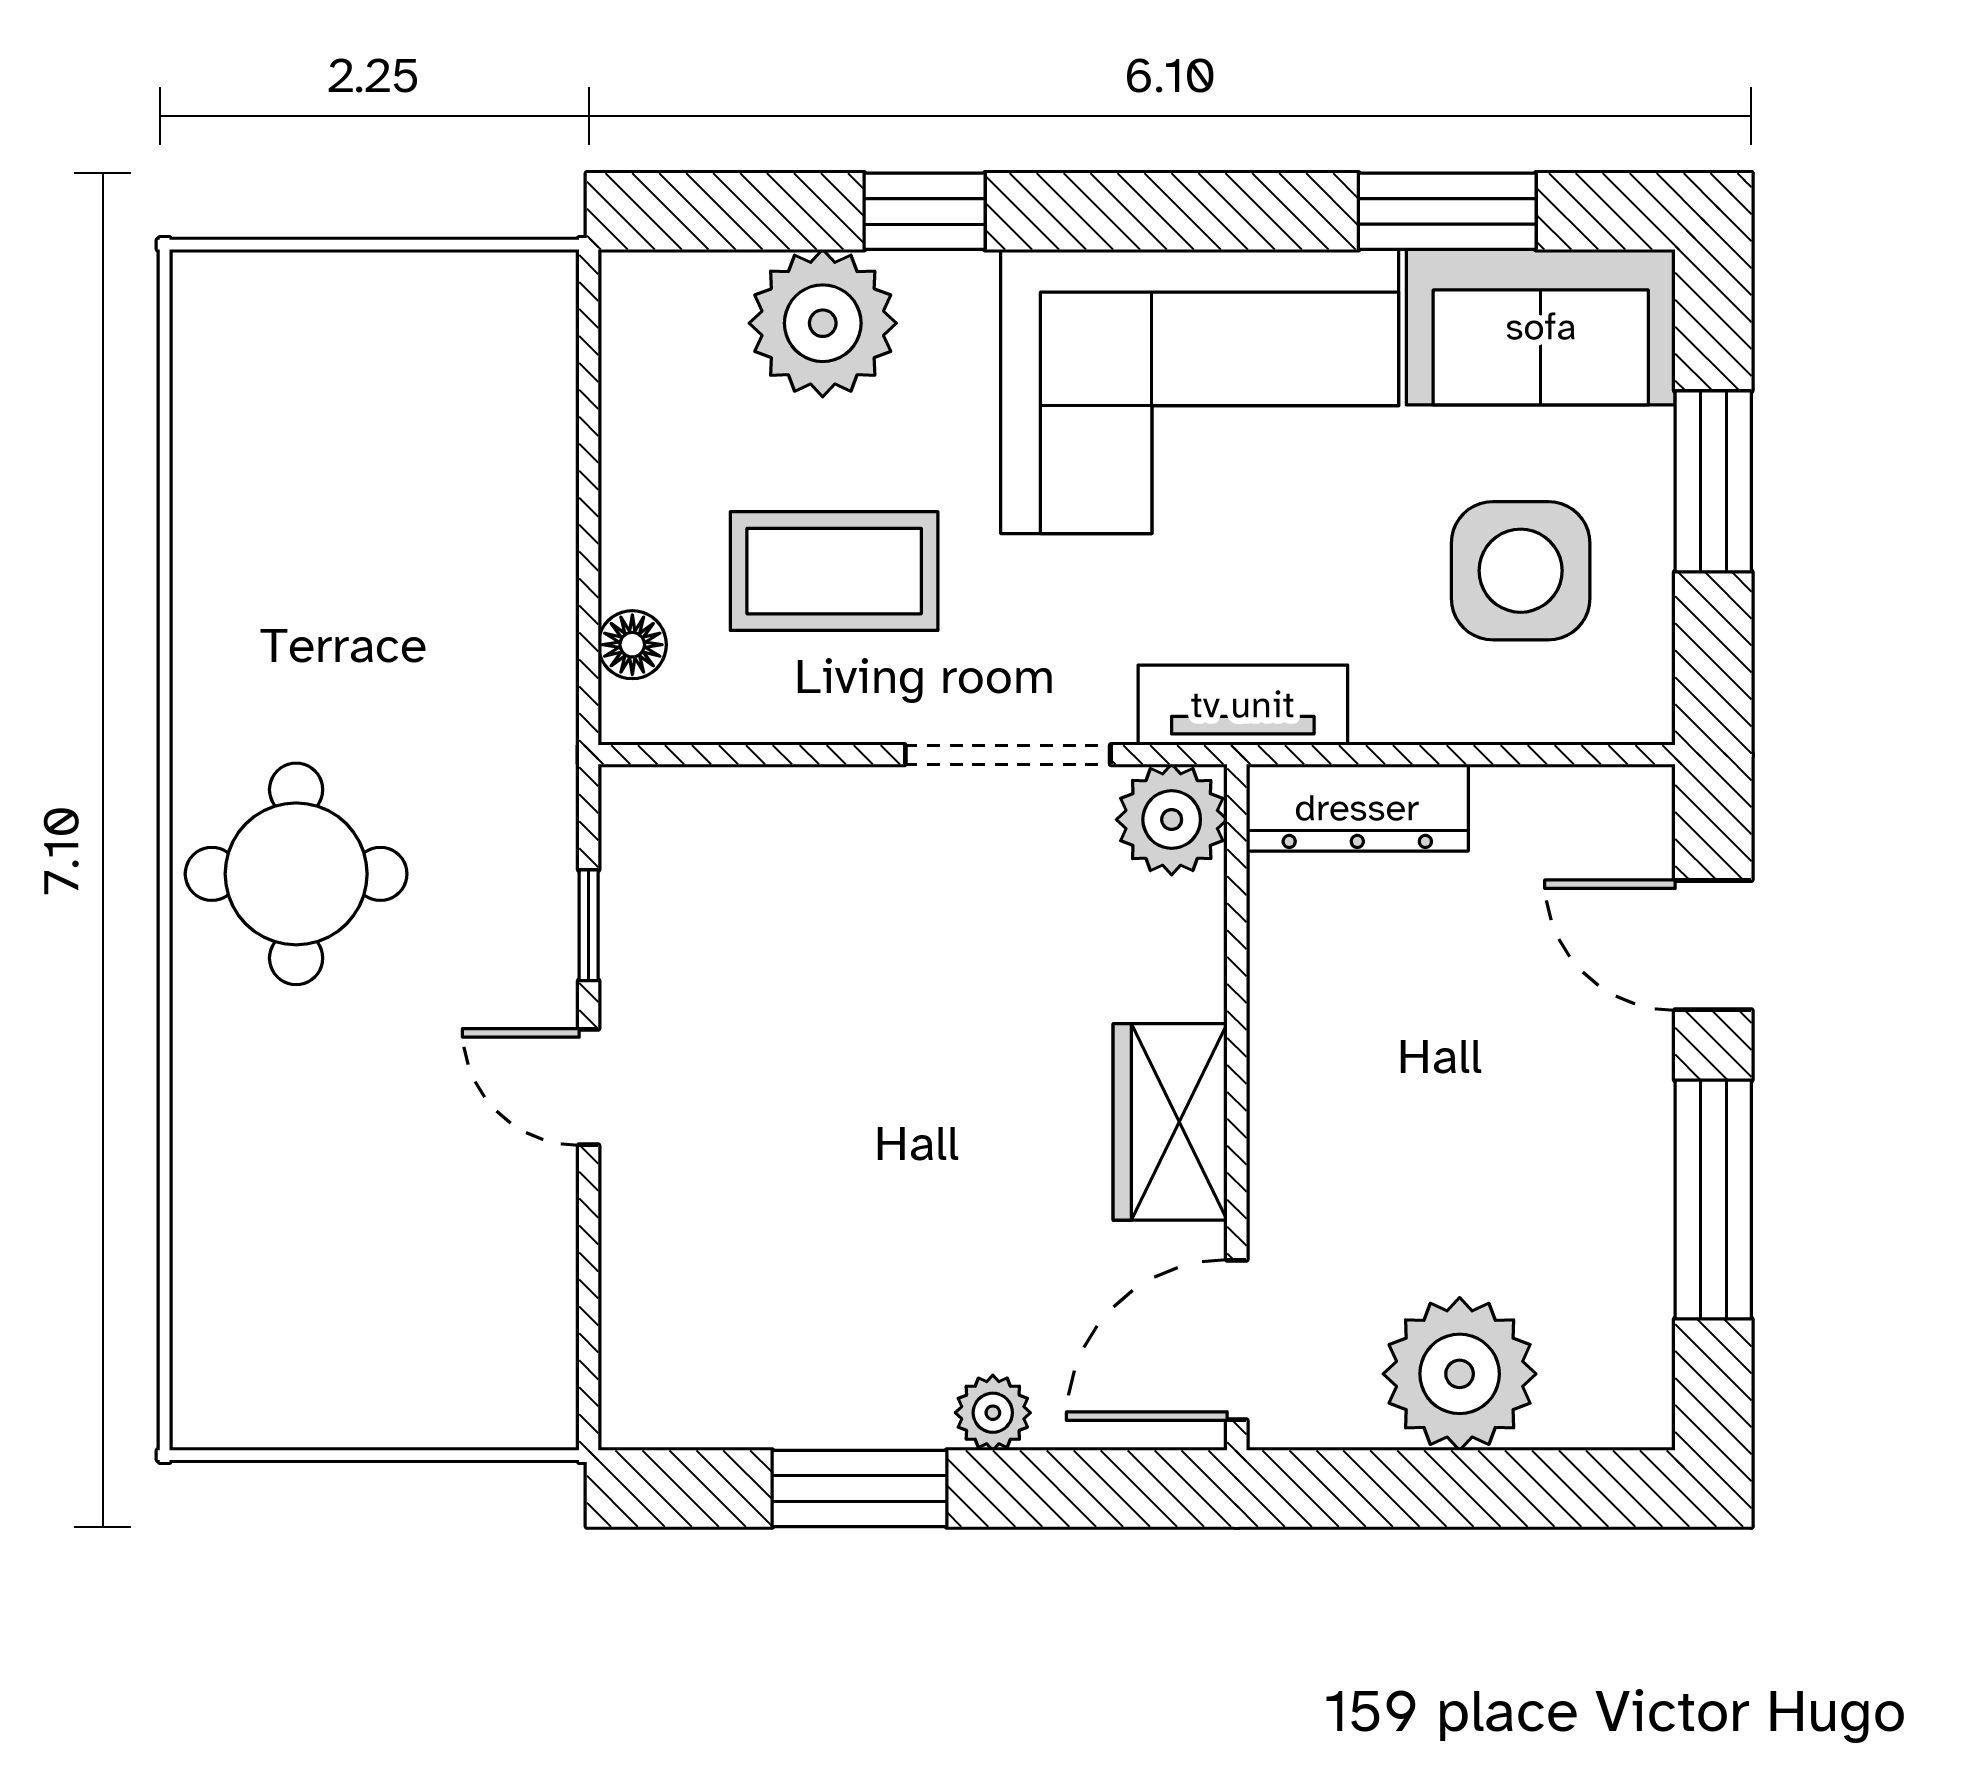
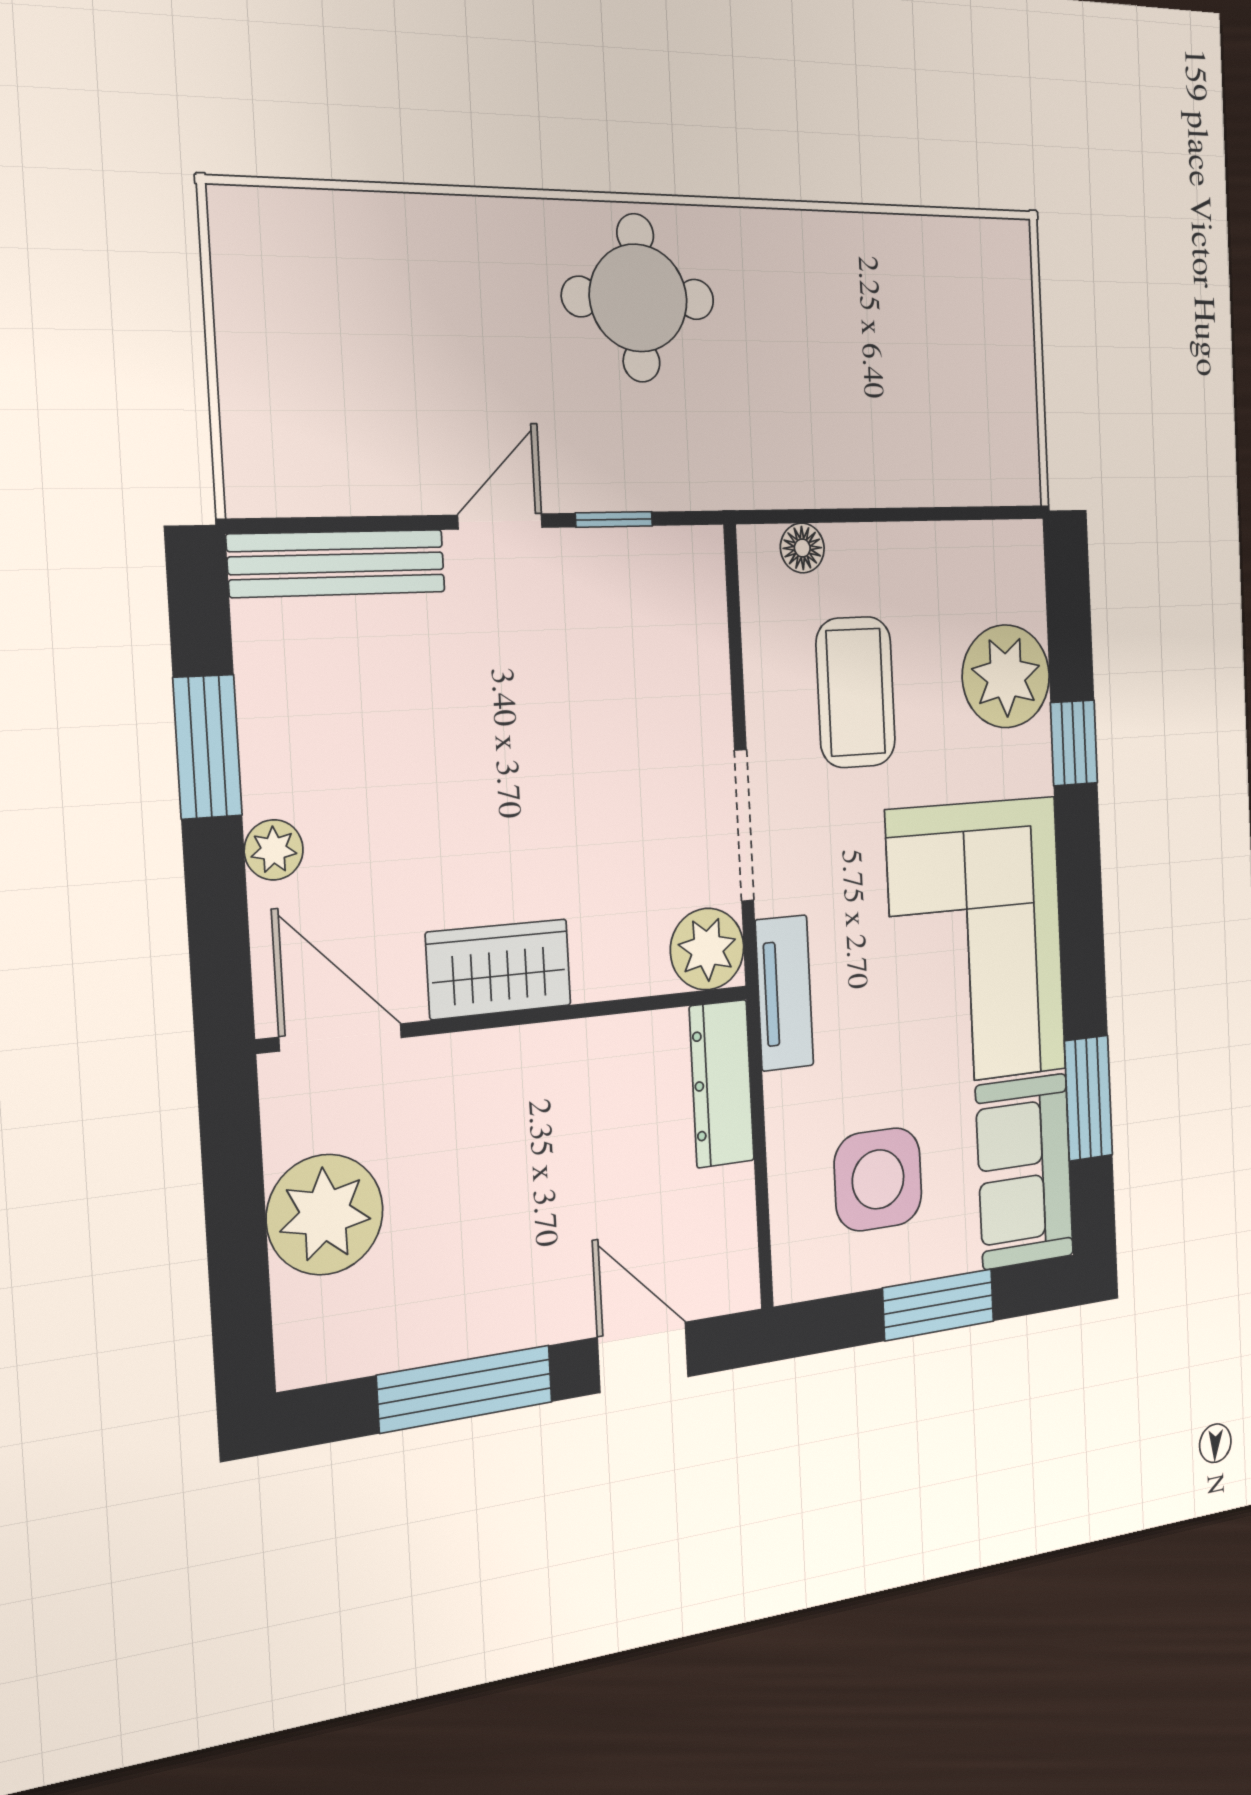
door: (1713, 945) -> (643, 1357), hinge flipped
bench: (638, 1309) -> (337, 563), added

